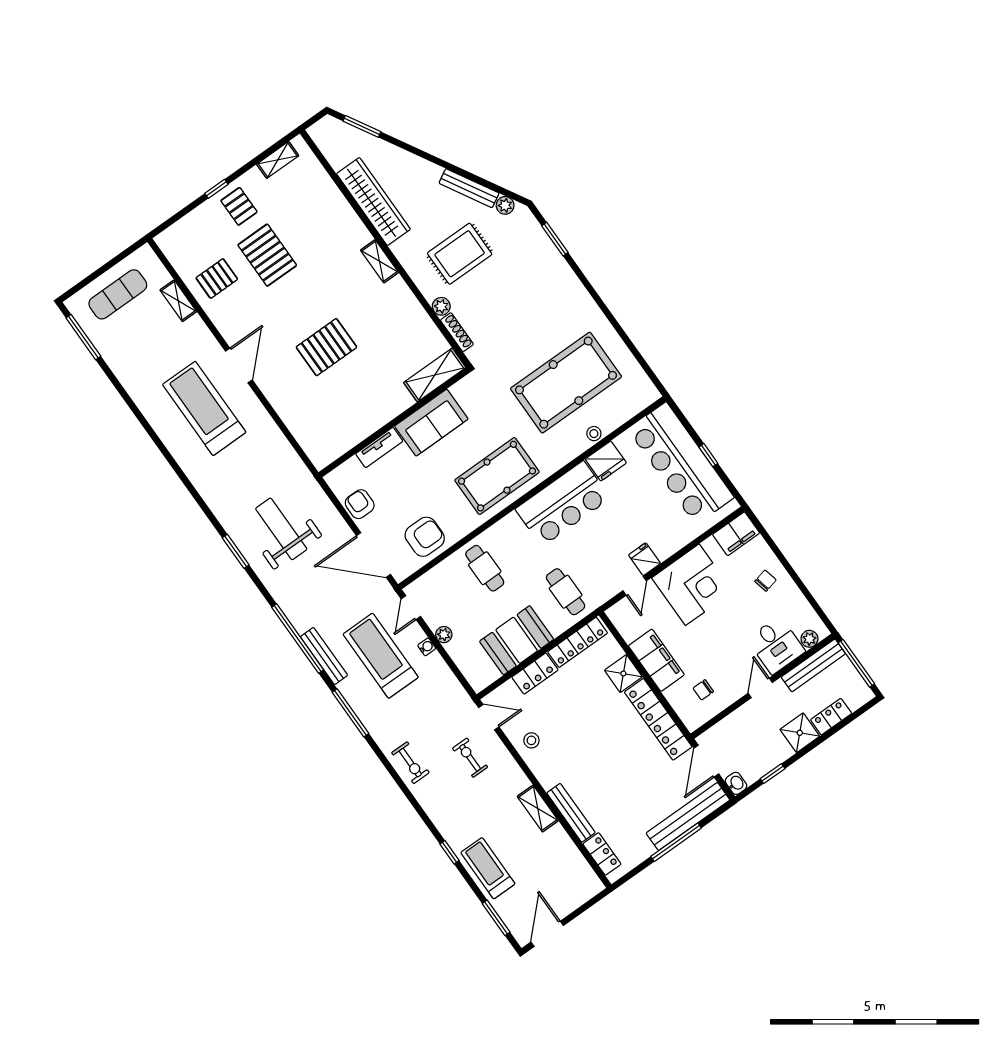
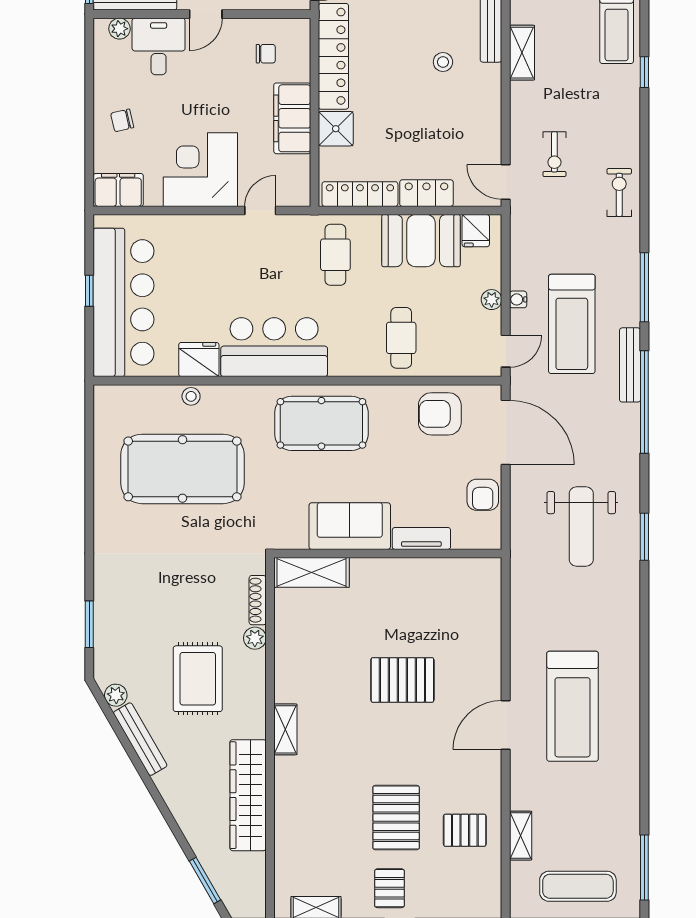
rug: (460, 254) -> (198, 679), turned 90
fridge: (644, 559) -> (476, 231), moved
stool: (531, 740) -> (443, 62), moved

